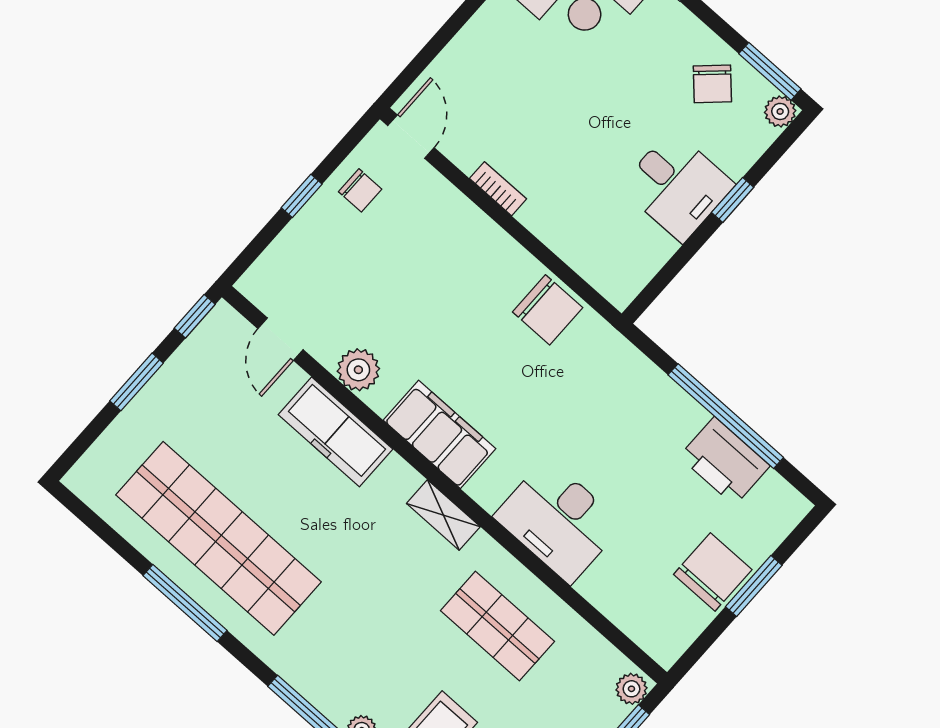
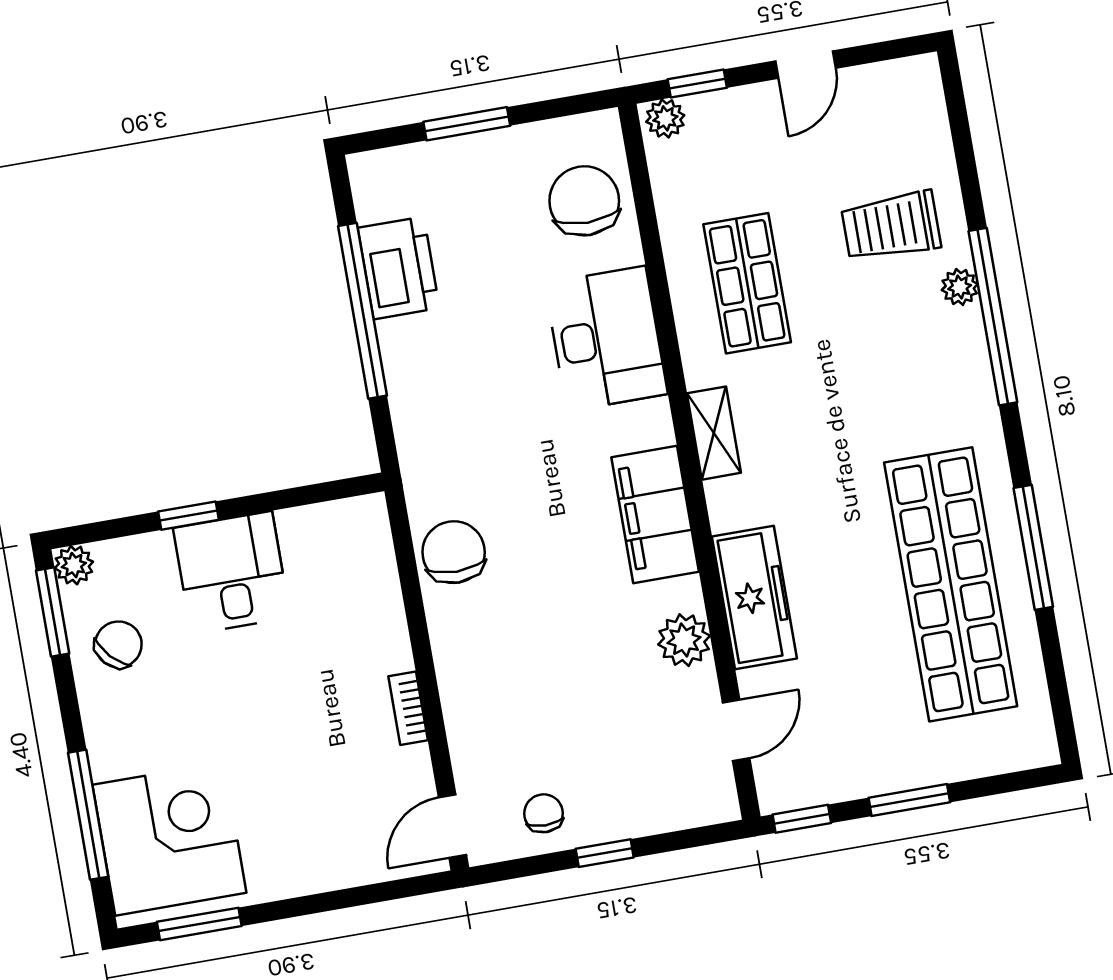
chair: (713, 572) -> (584, 201), moved, turned 90

